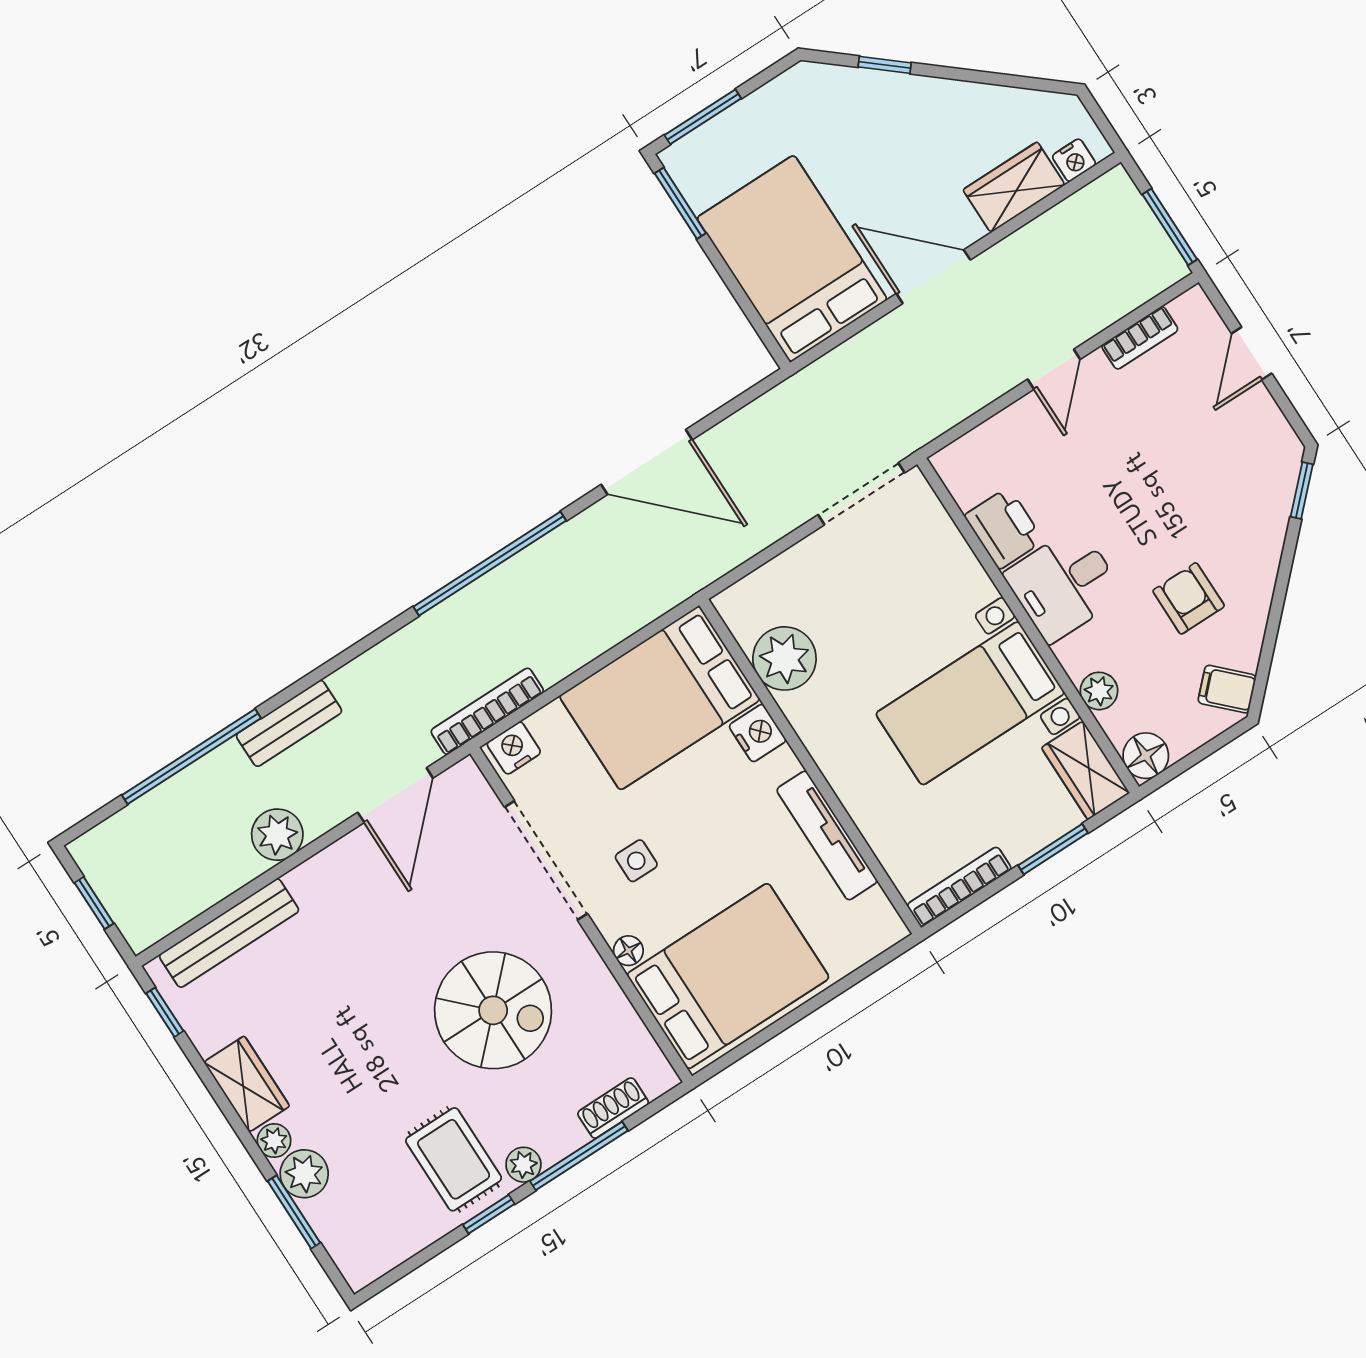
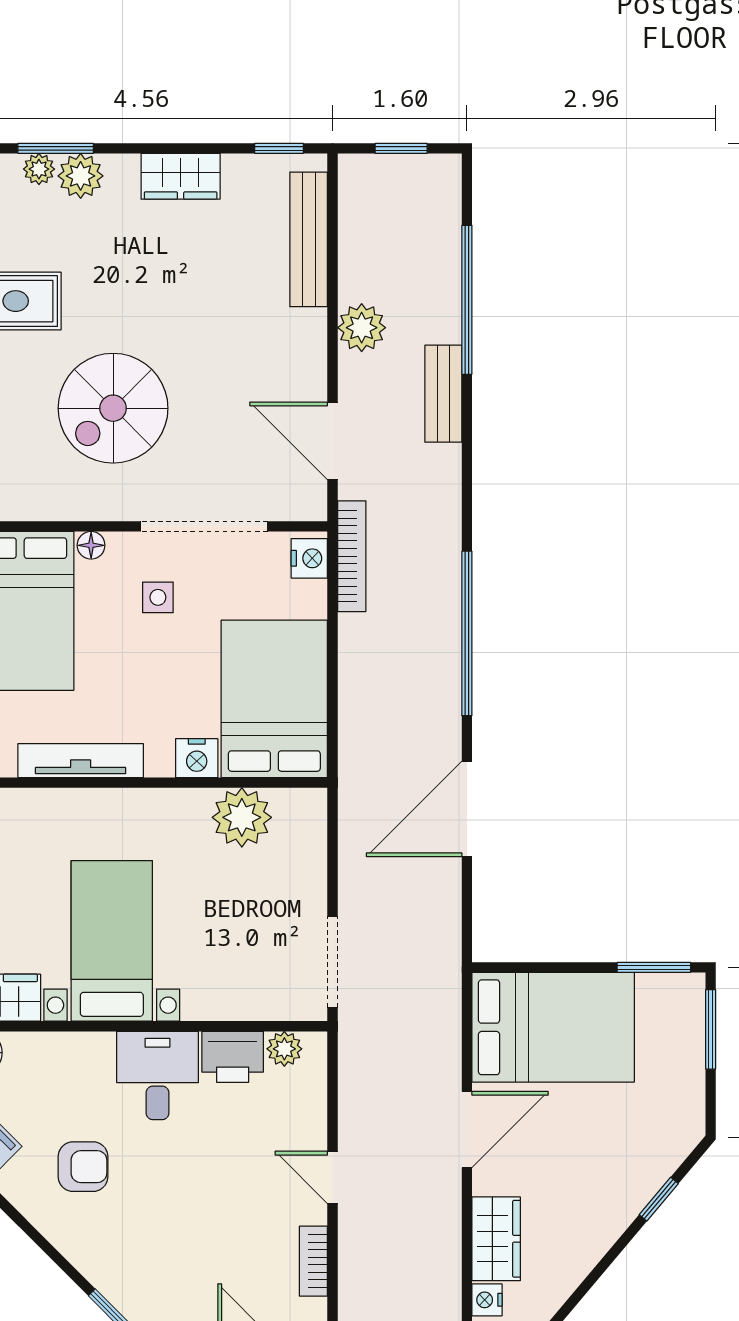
plant: (1099, 691) -> (284, 1049), moved
plant: (274, 1141) -> (39, 169), moved

